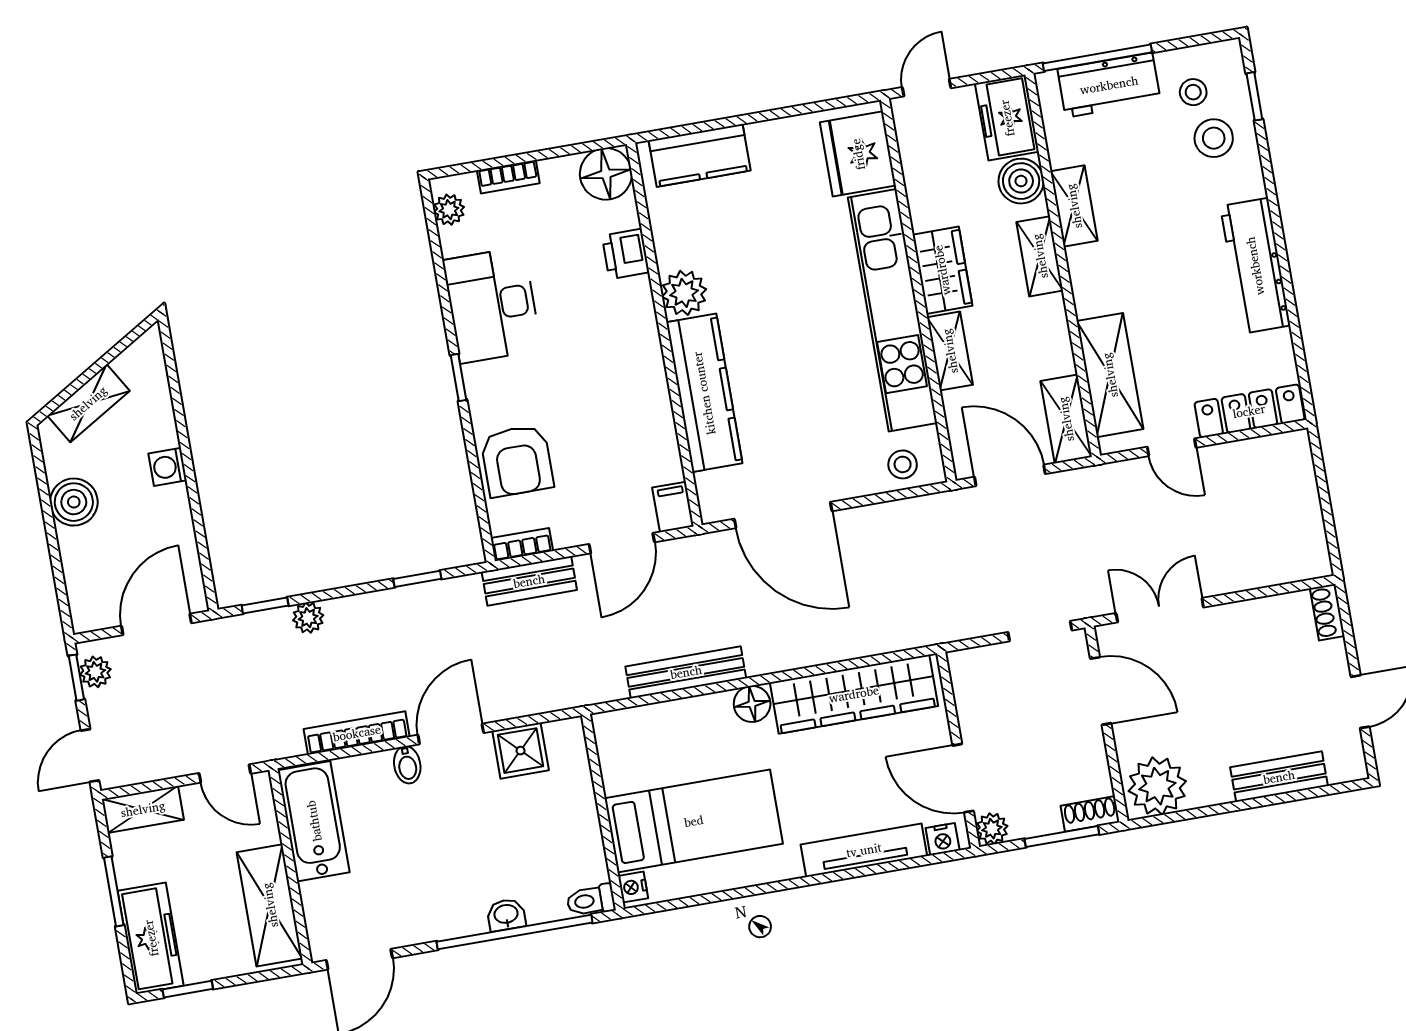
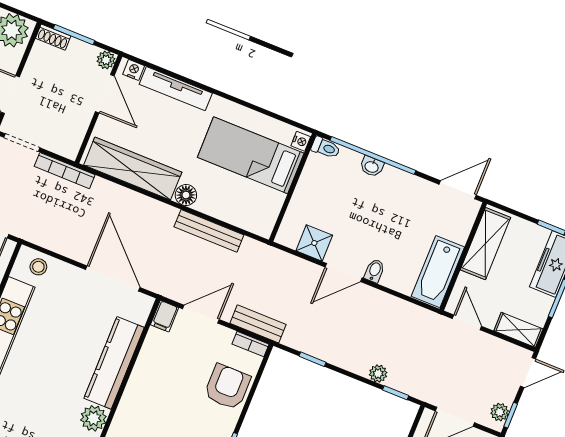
bookcase: (357, 733) -> (65, 171), moved

